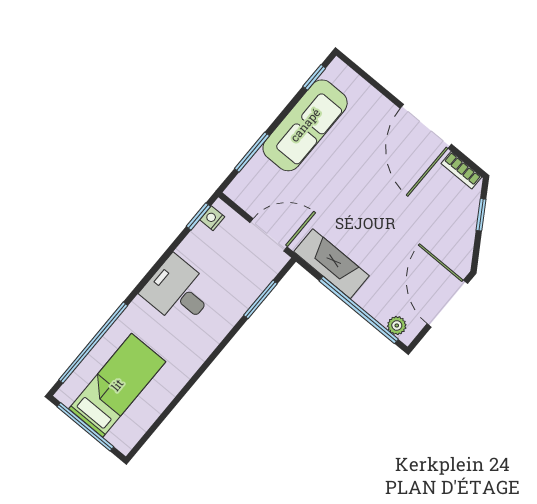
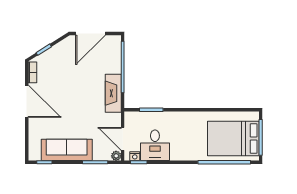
door: (426, 126) -> (27, 101), hinge flipped
door: (268, 235) -> (123, 139), moved
desk: (178, 292) -> (155, 145), moved
plant: (397, 325) -> (116, 156), moved
bed: (117, 385) -> (233, 138), width x1.50

